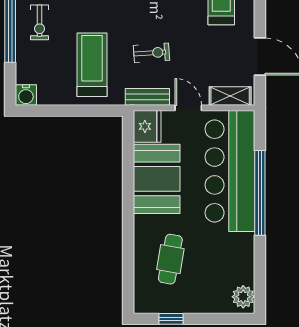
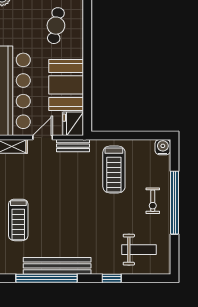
exercise bike: (40, 22) -> (153, 201), turned 180
exercise bike: (151, 53) -> (70, 178), removed
door: (188, 108) -> (43, 138), swing flipped

